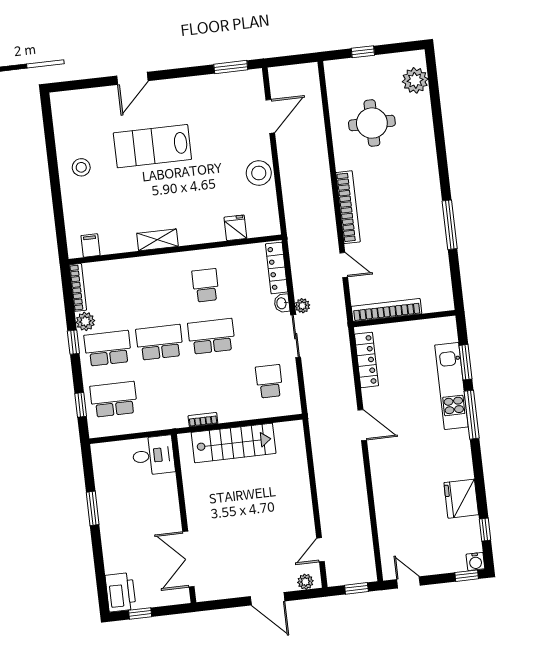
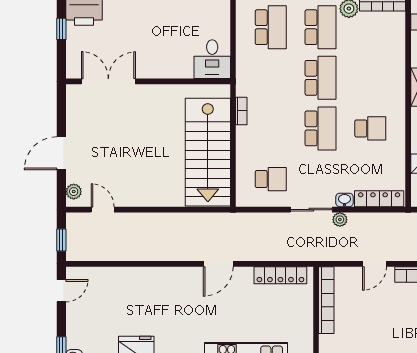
stairs: (234, 443) -> (208, 152), width x1.36, depth x1.51

